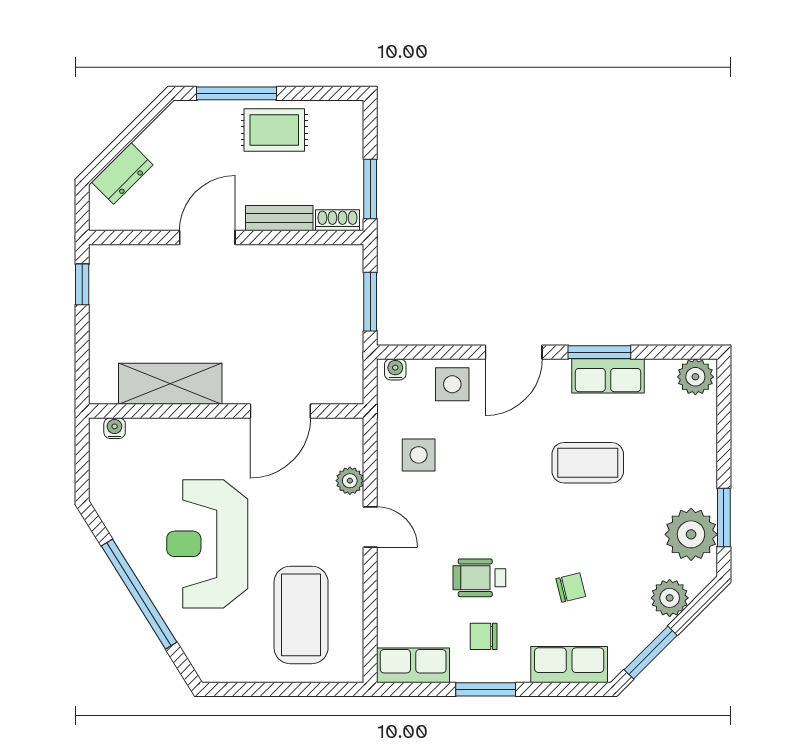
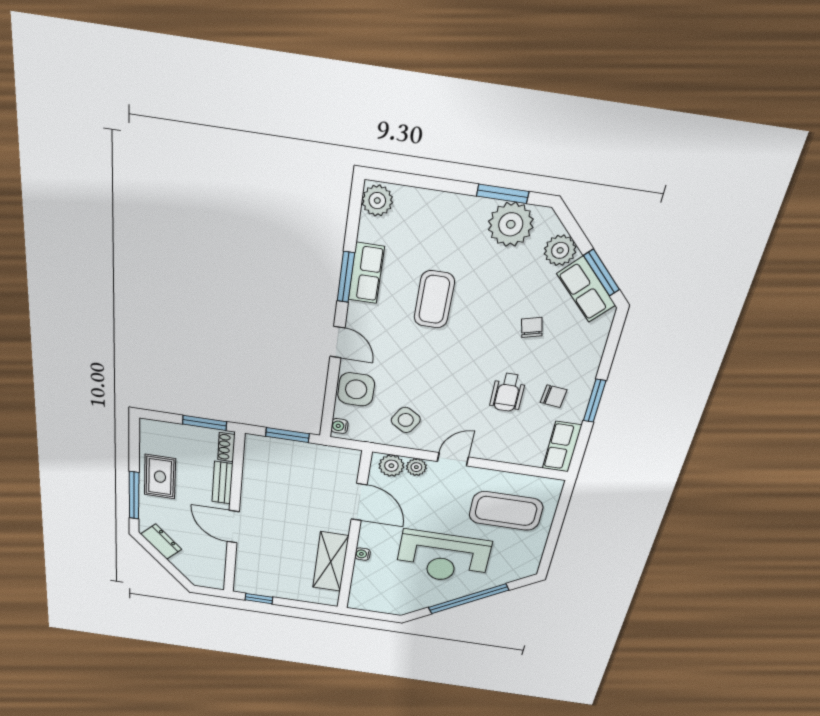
dresser: (122, 173) -> (161, 542), moved
door: (514, 352) -> (337, 342), width x0.73
side table: (452, 384) -> (356, 389), width x1.37, depth x1.37
water cooler: (115, 428) -> (363, 554), moved
plant: (346, 447) -> (391, 466), added
side table: (419, 455) -> (406, 420), turned 32
chair: (484, 636) -> (554, 396), turned -84
row of seats: (569, 665) -> (586, 289), moved, turned -45

